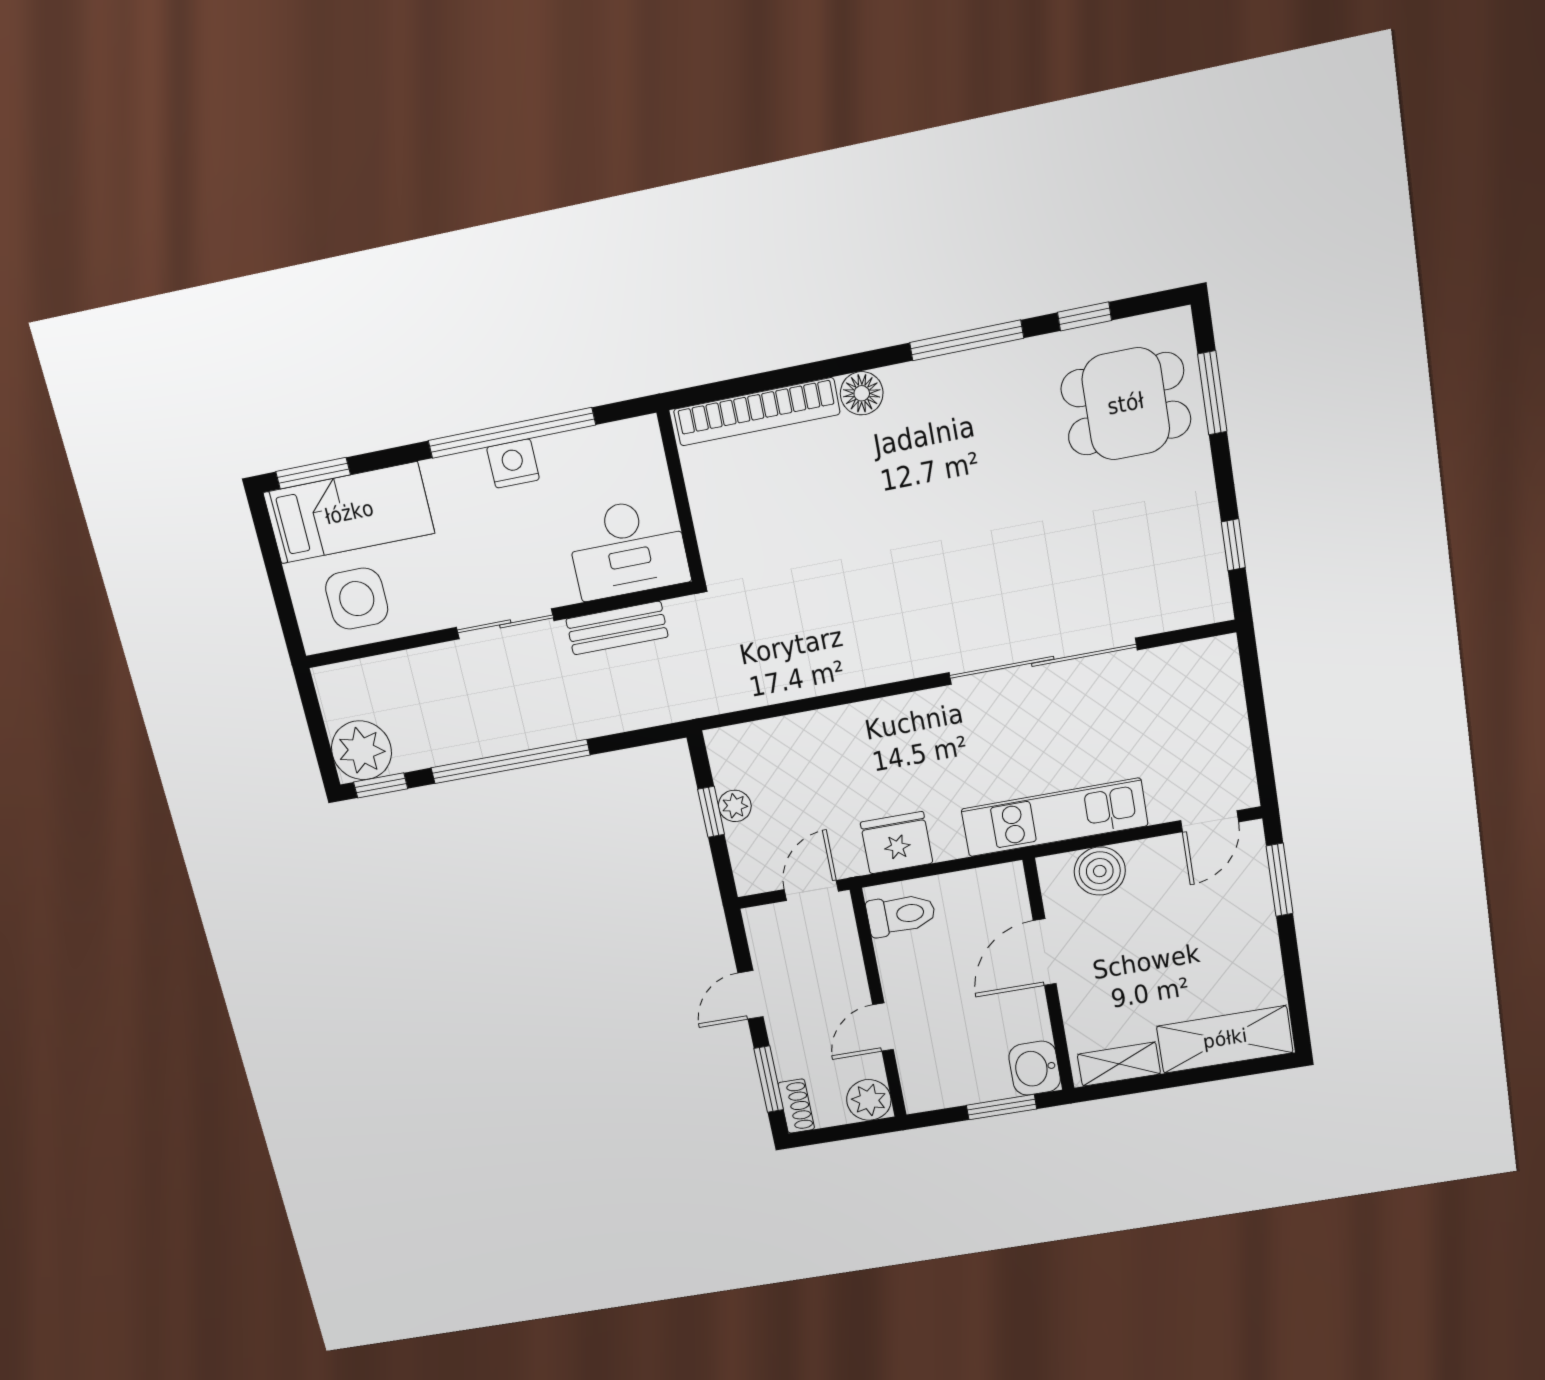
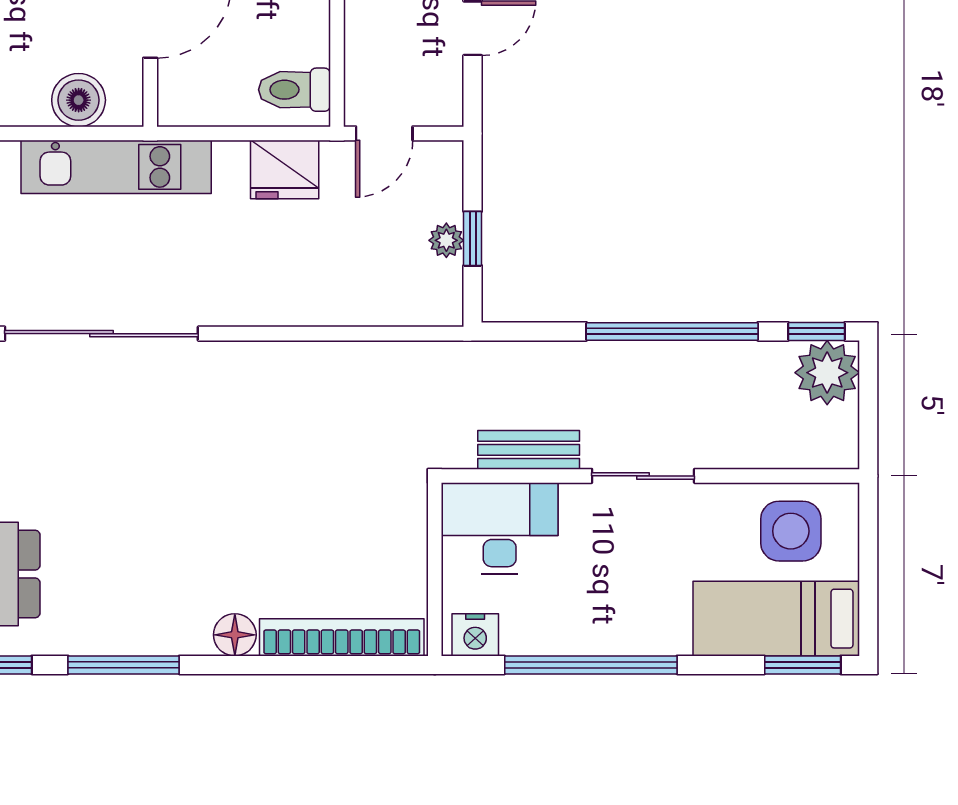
nightstand: (513, 464) -> (475, 635), moved

